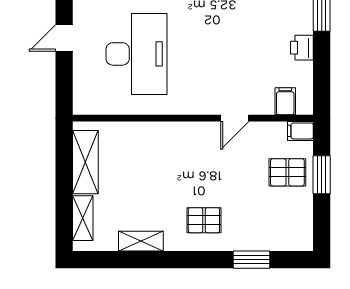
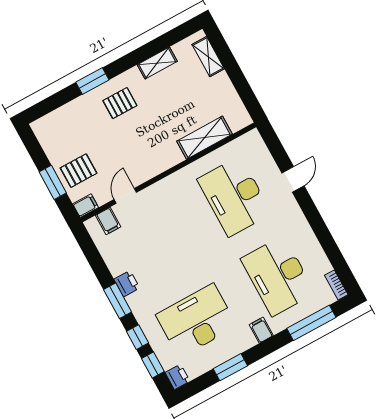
printer: (302, 48) -> (127, 284), moved
door: (235, 118) -> (125, 196), moved
shelving: (85, 162) -> (204, 138), moved, turned 90
window: (252, 260) -> (92, 81), moved

